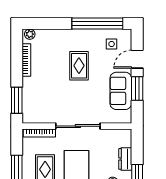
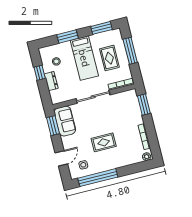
rug: (79, 66) -> (104, 142), turned 90
window: (137, 89) -> (53, 126), moved
sofa: (121, 91) -> (65, 121), moved

